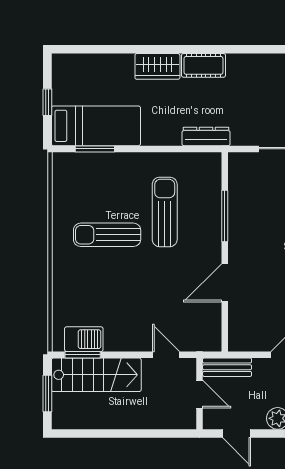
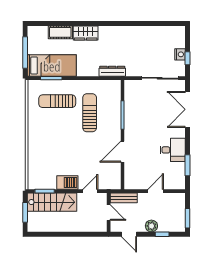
cot: (204, 65) -> (60, 32), moved
window: (47, 102) -> (25, 53), width x2.17
sun lounger: (107, 235) -> (57, 101), moved
barbecue: (84, 339) -> (67, 182), moved
door: (166, 355) -> (90, 191), hinge flipped

